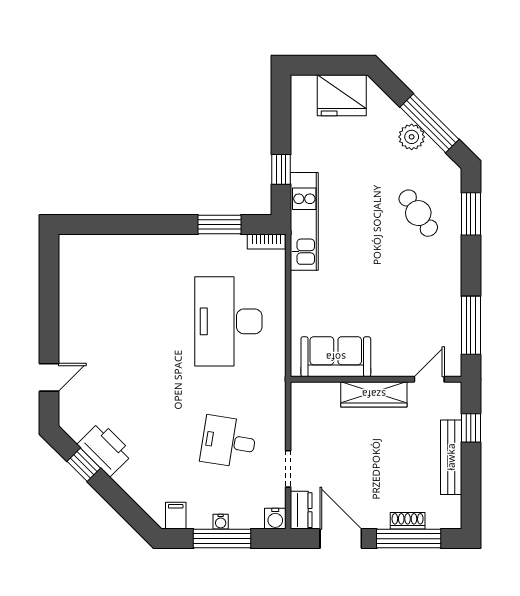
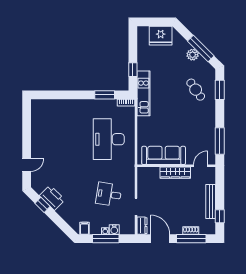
sofa: (336, 357) -> (164, 155), width x1.36
window: (471, 428) -> (220, 216), moved
water cooler: (275, 519) -> (114, 230), moved

